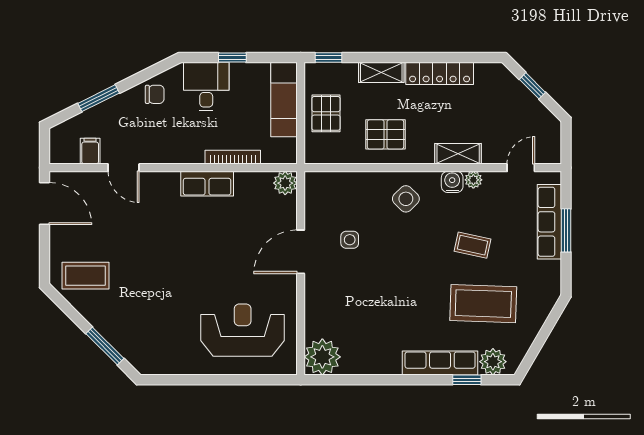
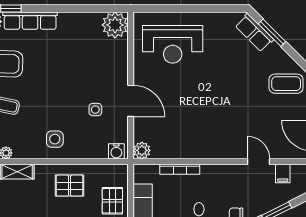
water cooler: (452, 182) -> (116, 151), moved
row of seats: (207, 184) -> (254, 33), moved, turned -135
side table: (406, 199) -> (55, 139), turned 45
door: (301, 252) -> (131, 101), hinge flipped

